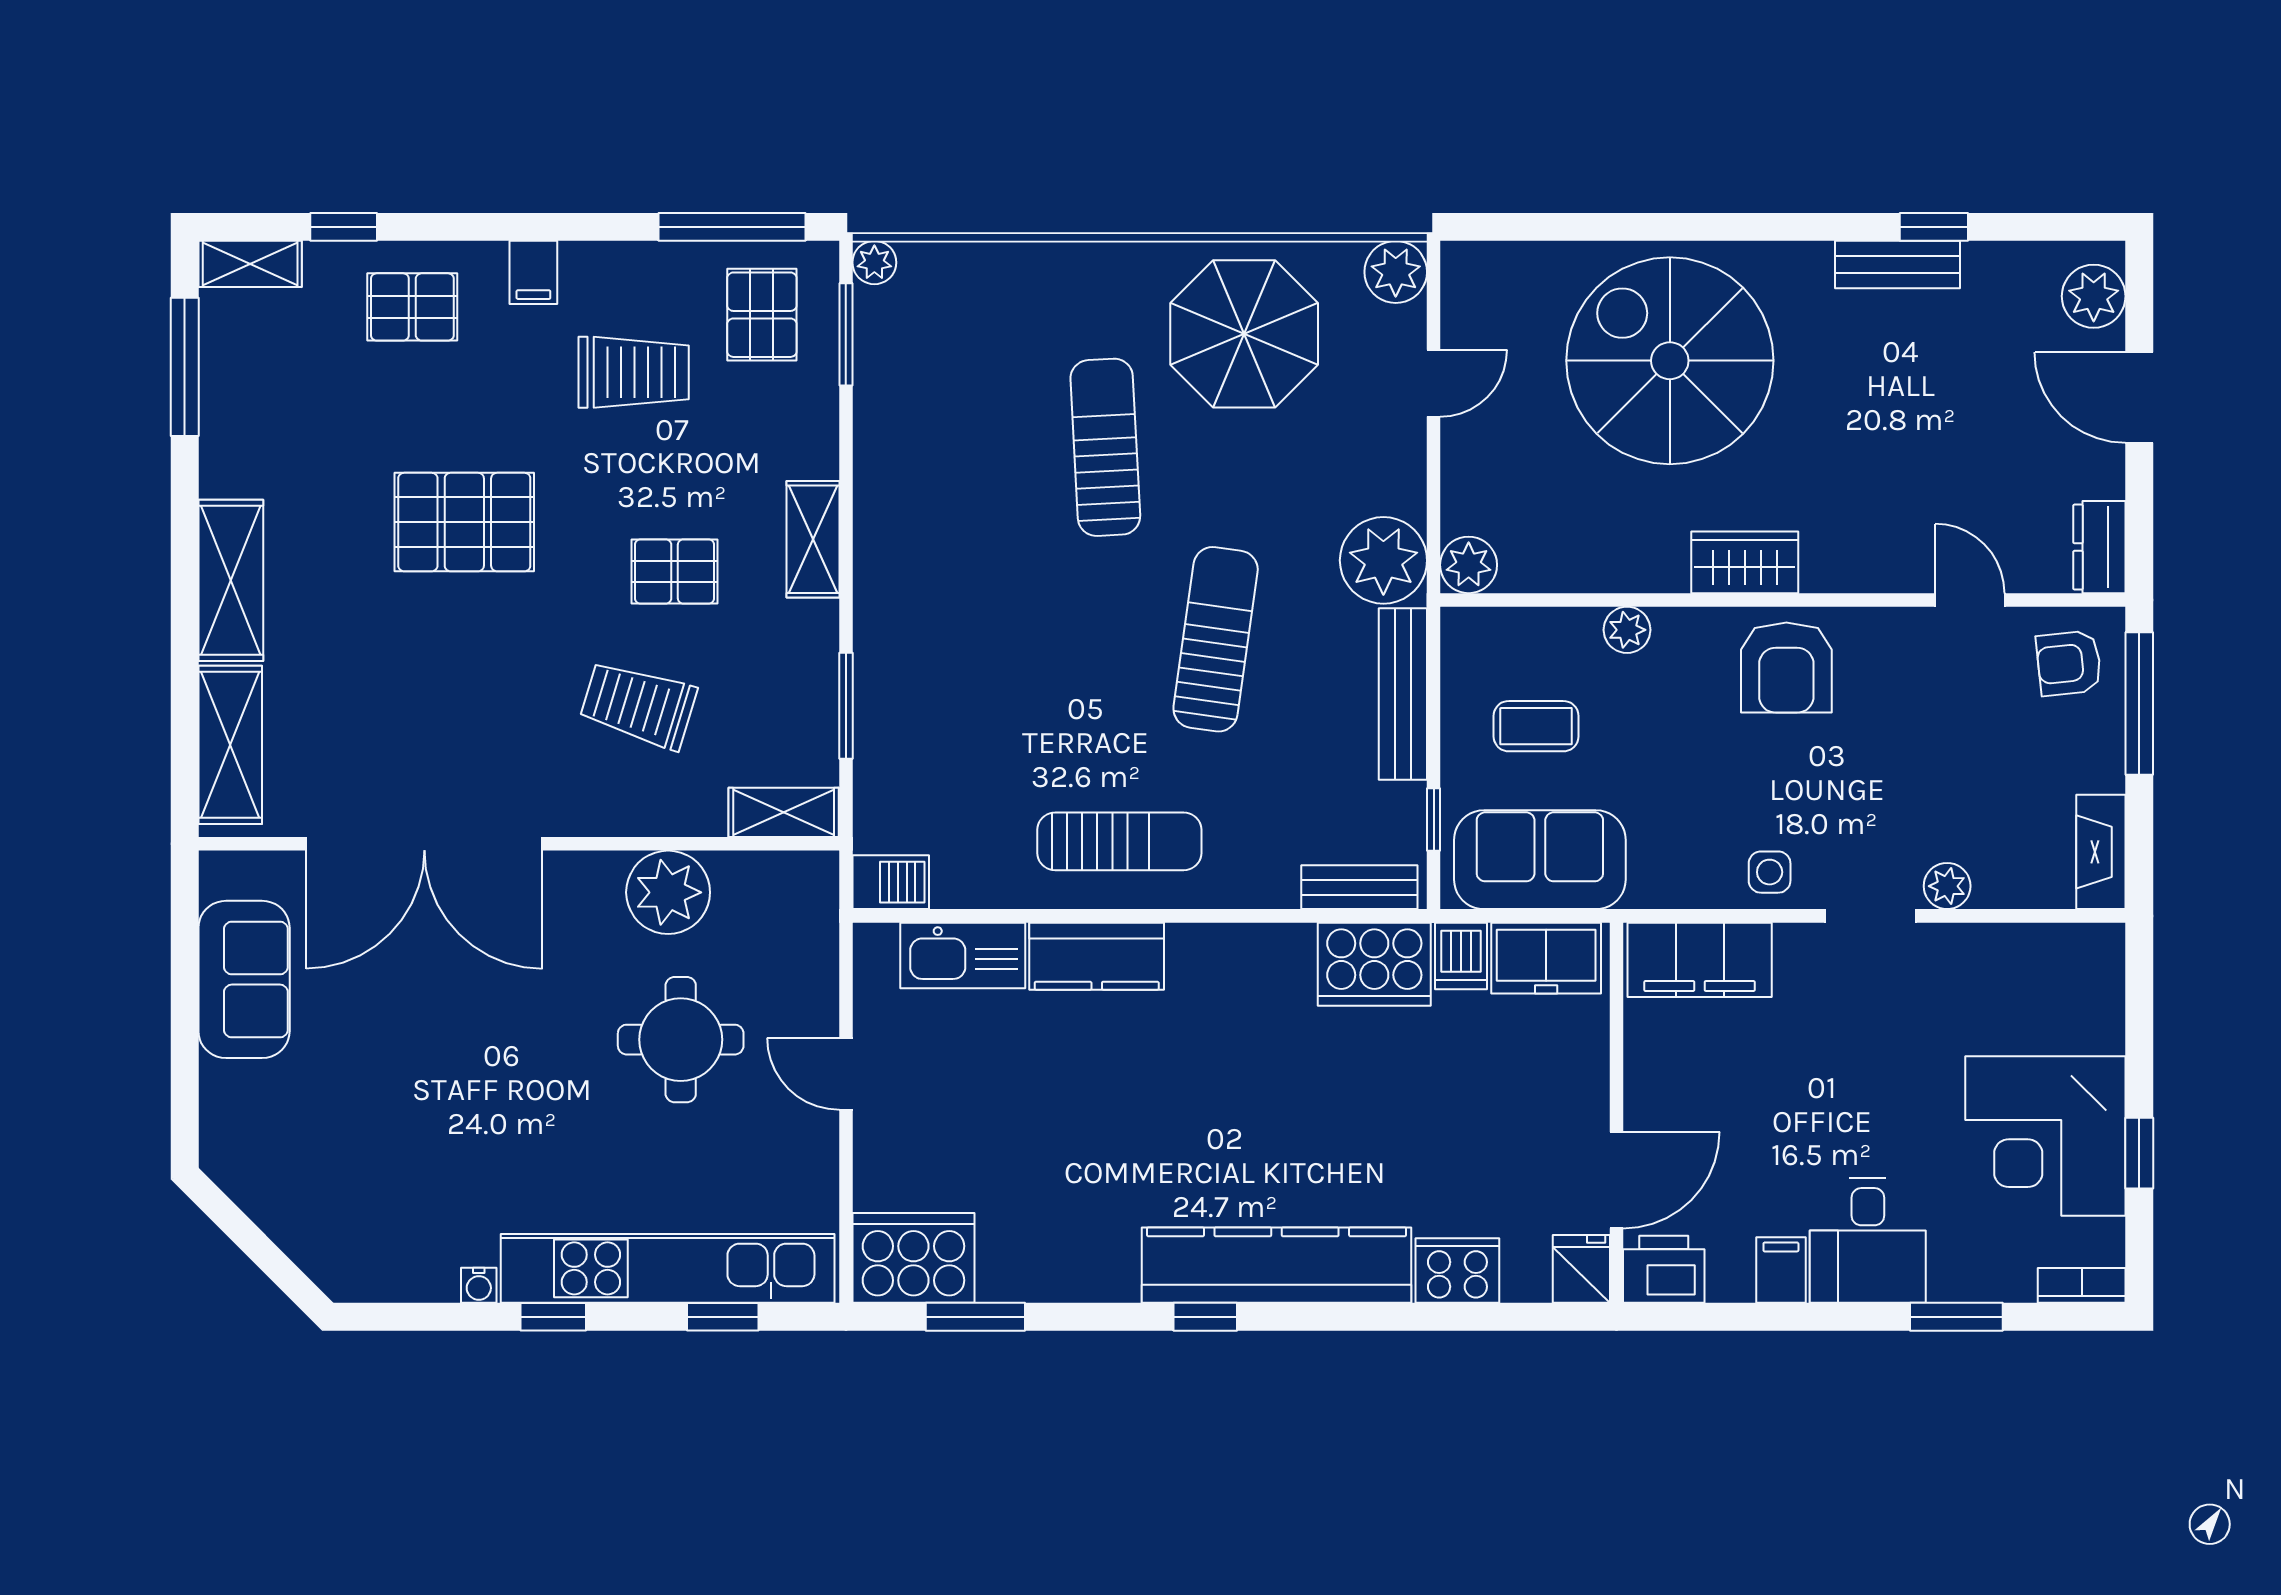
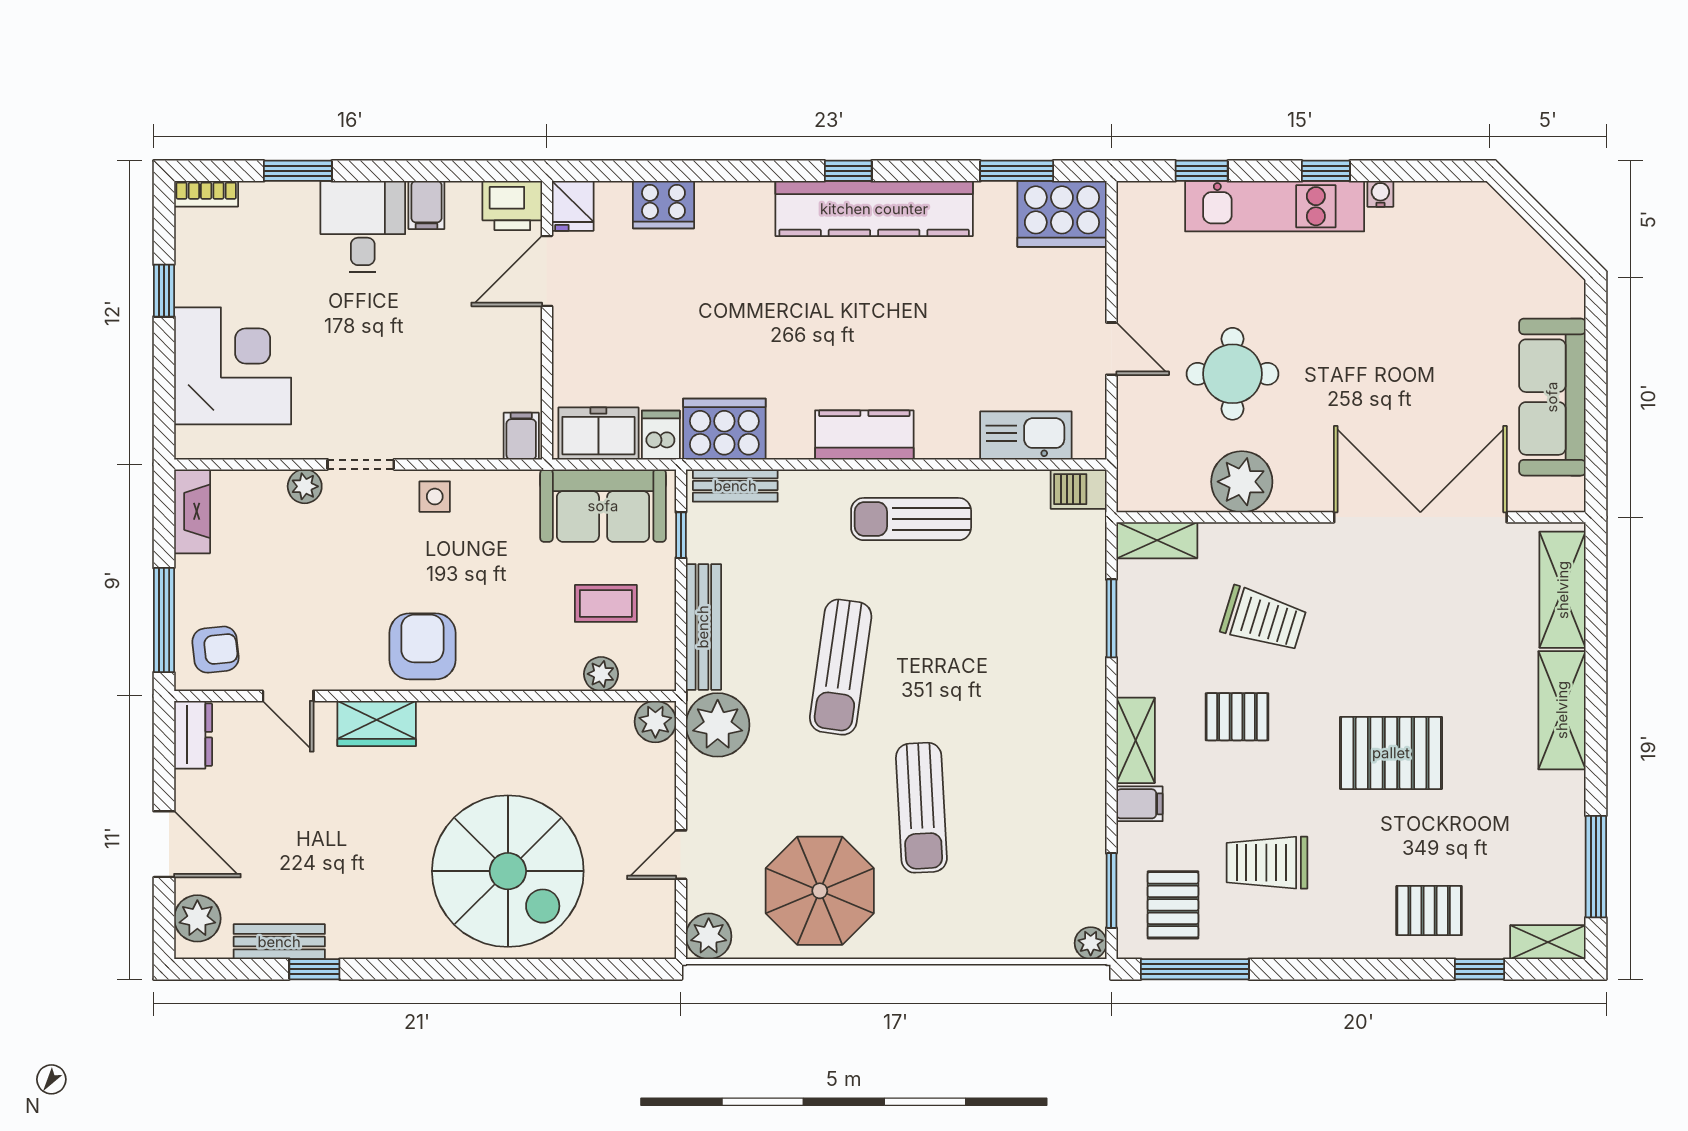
bench: (1898, 265) -> (279, 942), moved
filing cabinet: (533, 272) -> (1140, 804), moved, turned 90
wardrobe: (1745, 562) -> (377, 723), moved
plant: (1627, 630) -> (601, 674), moved
kitchen counter: (1097, 956) -> (864, 435), moved
filing cabinet: (1700, 960) -> (521, 436), width x0.33, depth x0.86
sofa: (244, 979) -> (1552, 397), width x1.36
corner desk: (2045, 1136) -> (233, 366), moved
kitchen counter: (1277, 1265) -> (874, 209), moved
kitchen unit: (668, 1268) -> (1275, 206), width x0.73

